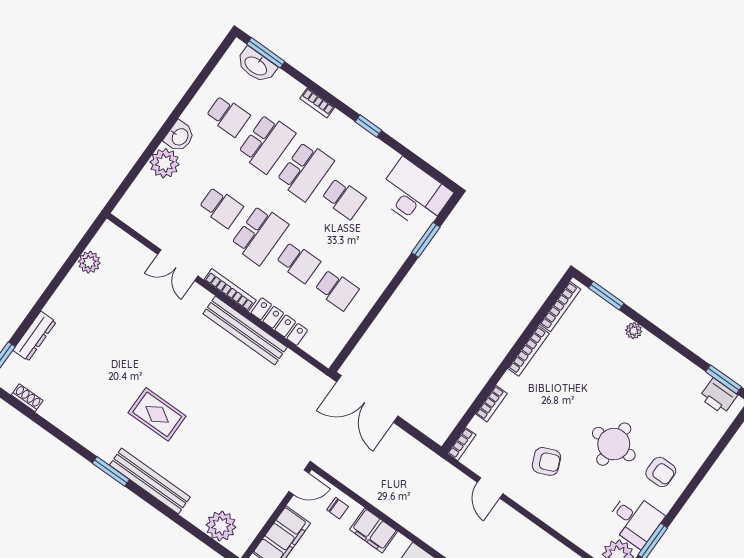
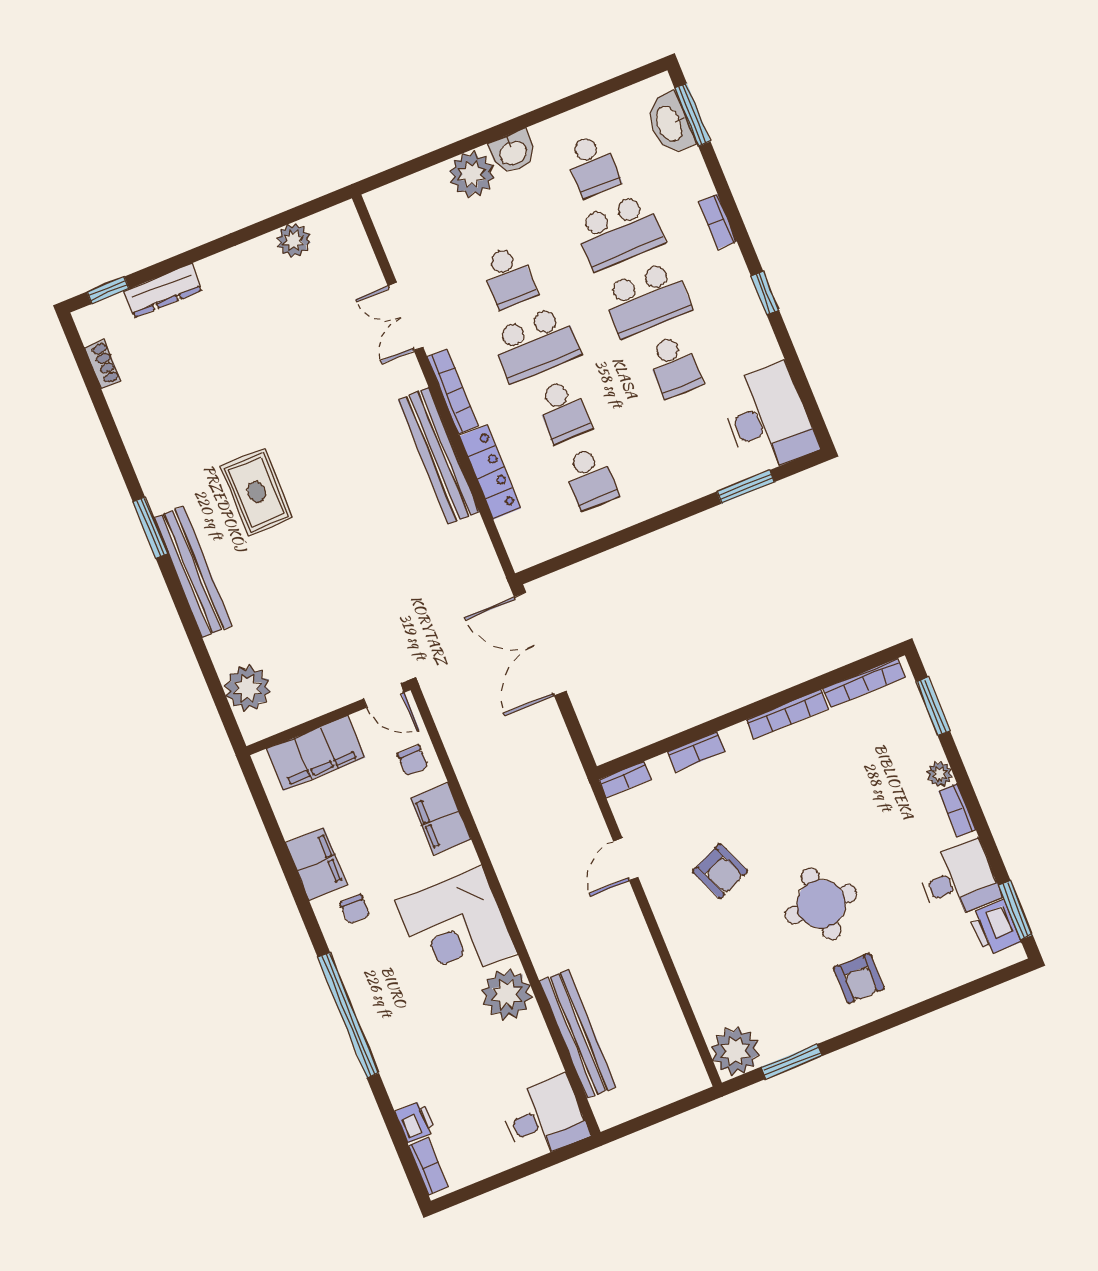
bookcase: (656, 345) -> (957, 810), added
desk: (635, 520) -> (958, 880), moved, turned -90

